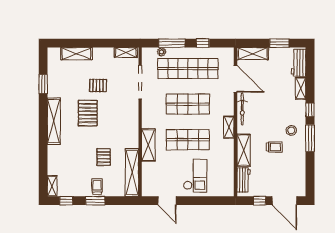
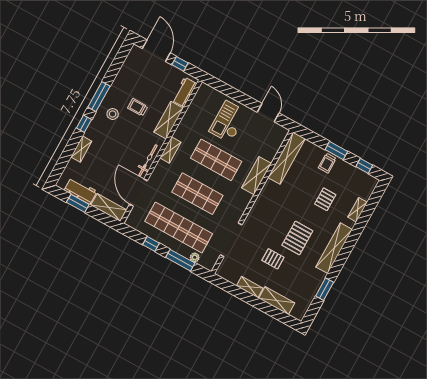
shelving: (126, 53) -> (250, 287), moved
workbench: (299, 63) -> (81, 191), moved, turned -90
pallet: (104, 157) -> (325, 199), moved
shelving: (52, 186) -> (357, 210), moved

